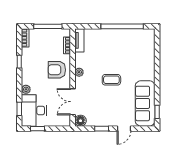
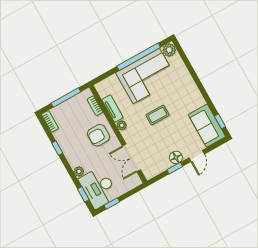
plant: (149, 34) -> (169, 50), added
tv unit: (79, 40) -> (113, 109), moved
corner sofa: (120, 45) -> (146, 76), added
sofa: (145, 103) -> (207, 126), width x0.73
floor lamp: (80, 121) -> (176, 157), moved

